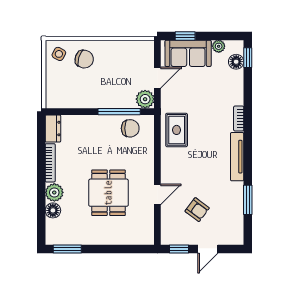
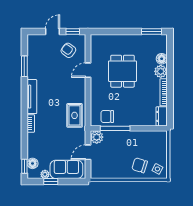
window: (185, 36) -> (51, 182), moved
armchair: (197, 210) -> (68, 50), moved

